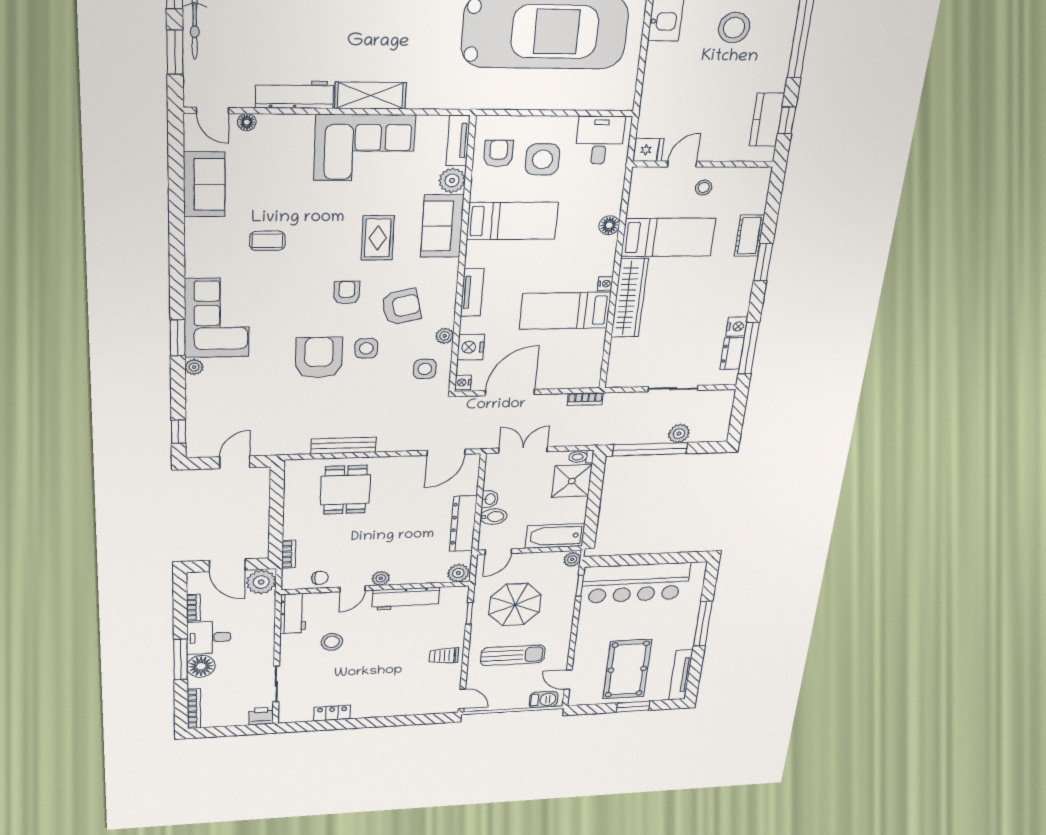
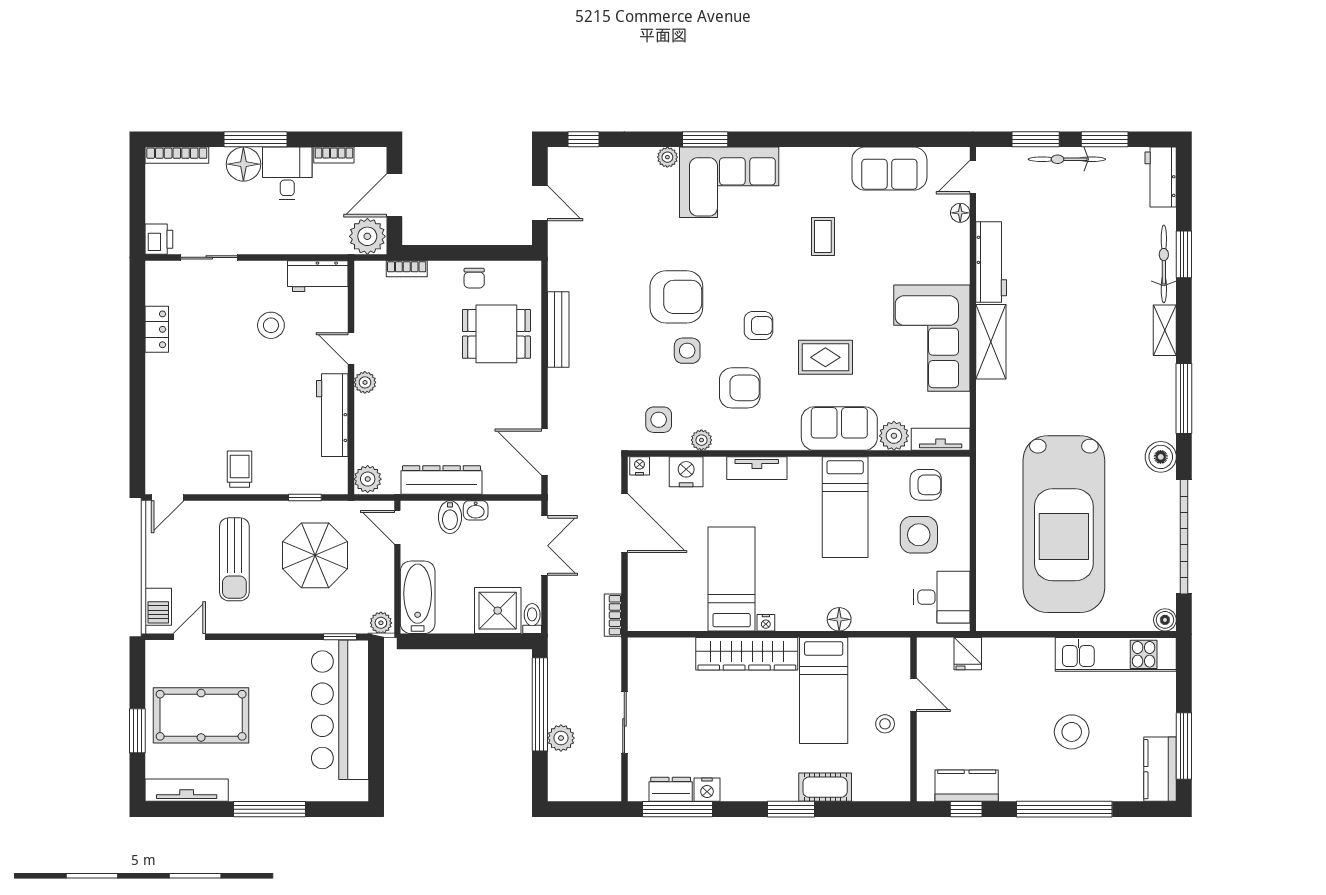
fridge: (648, 150) -> (968, 654), moved
armchair: (401, 307) -> (740, 388), turned -77
chair: (320, 578) -> (474, 278), moved

